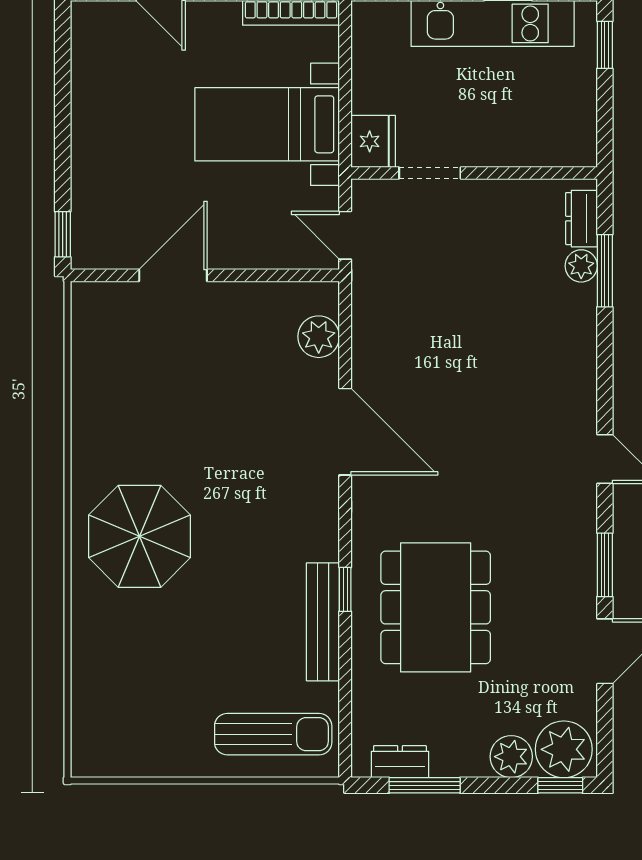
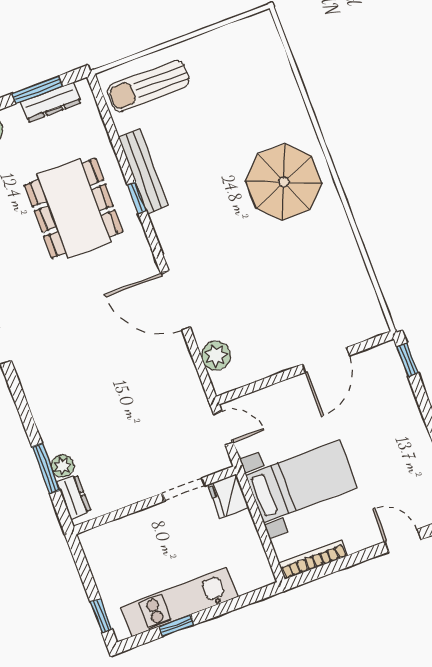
dresser: (400, 762) -> (51, 102), width x1.44

